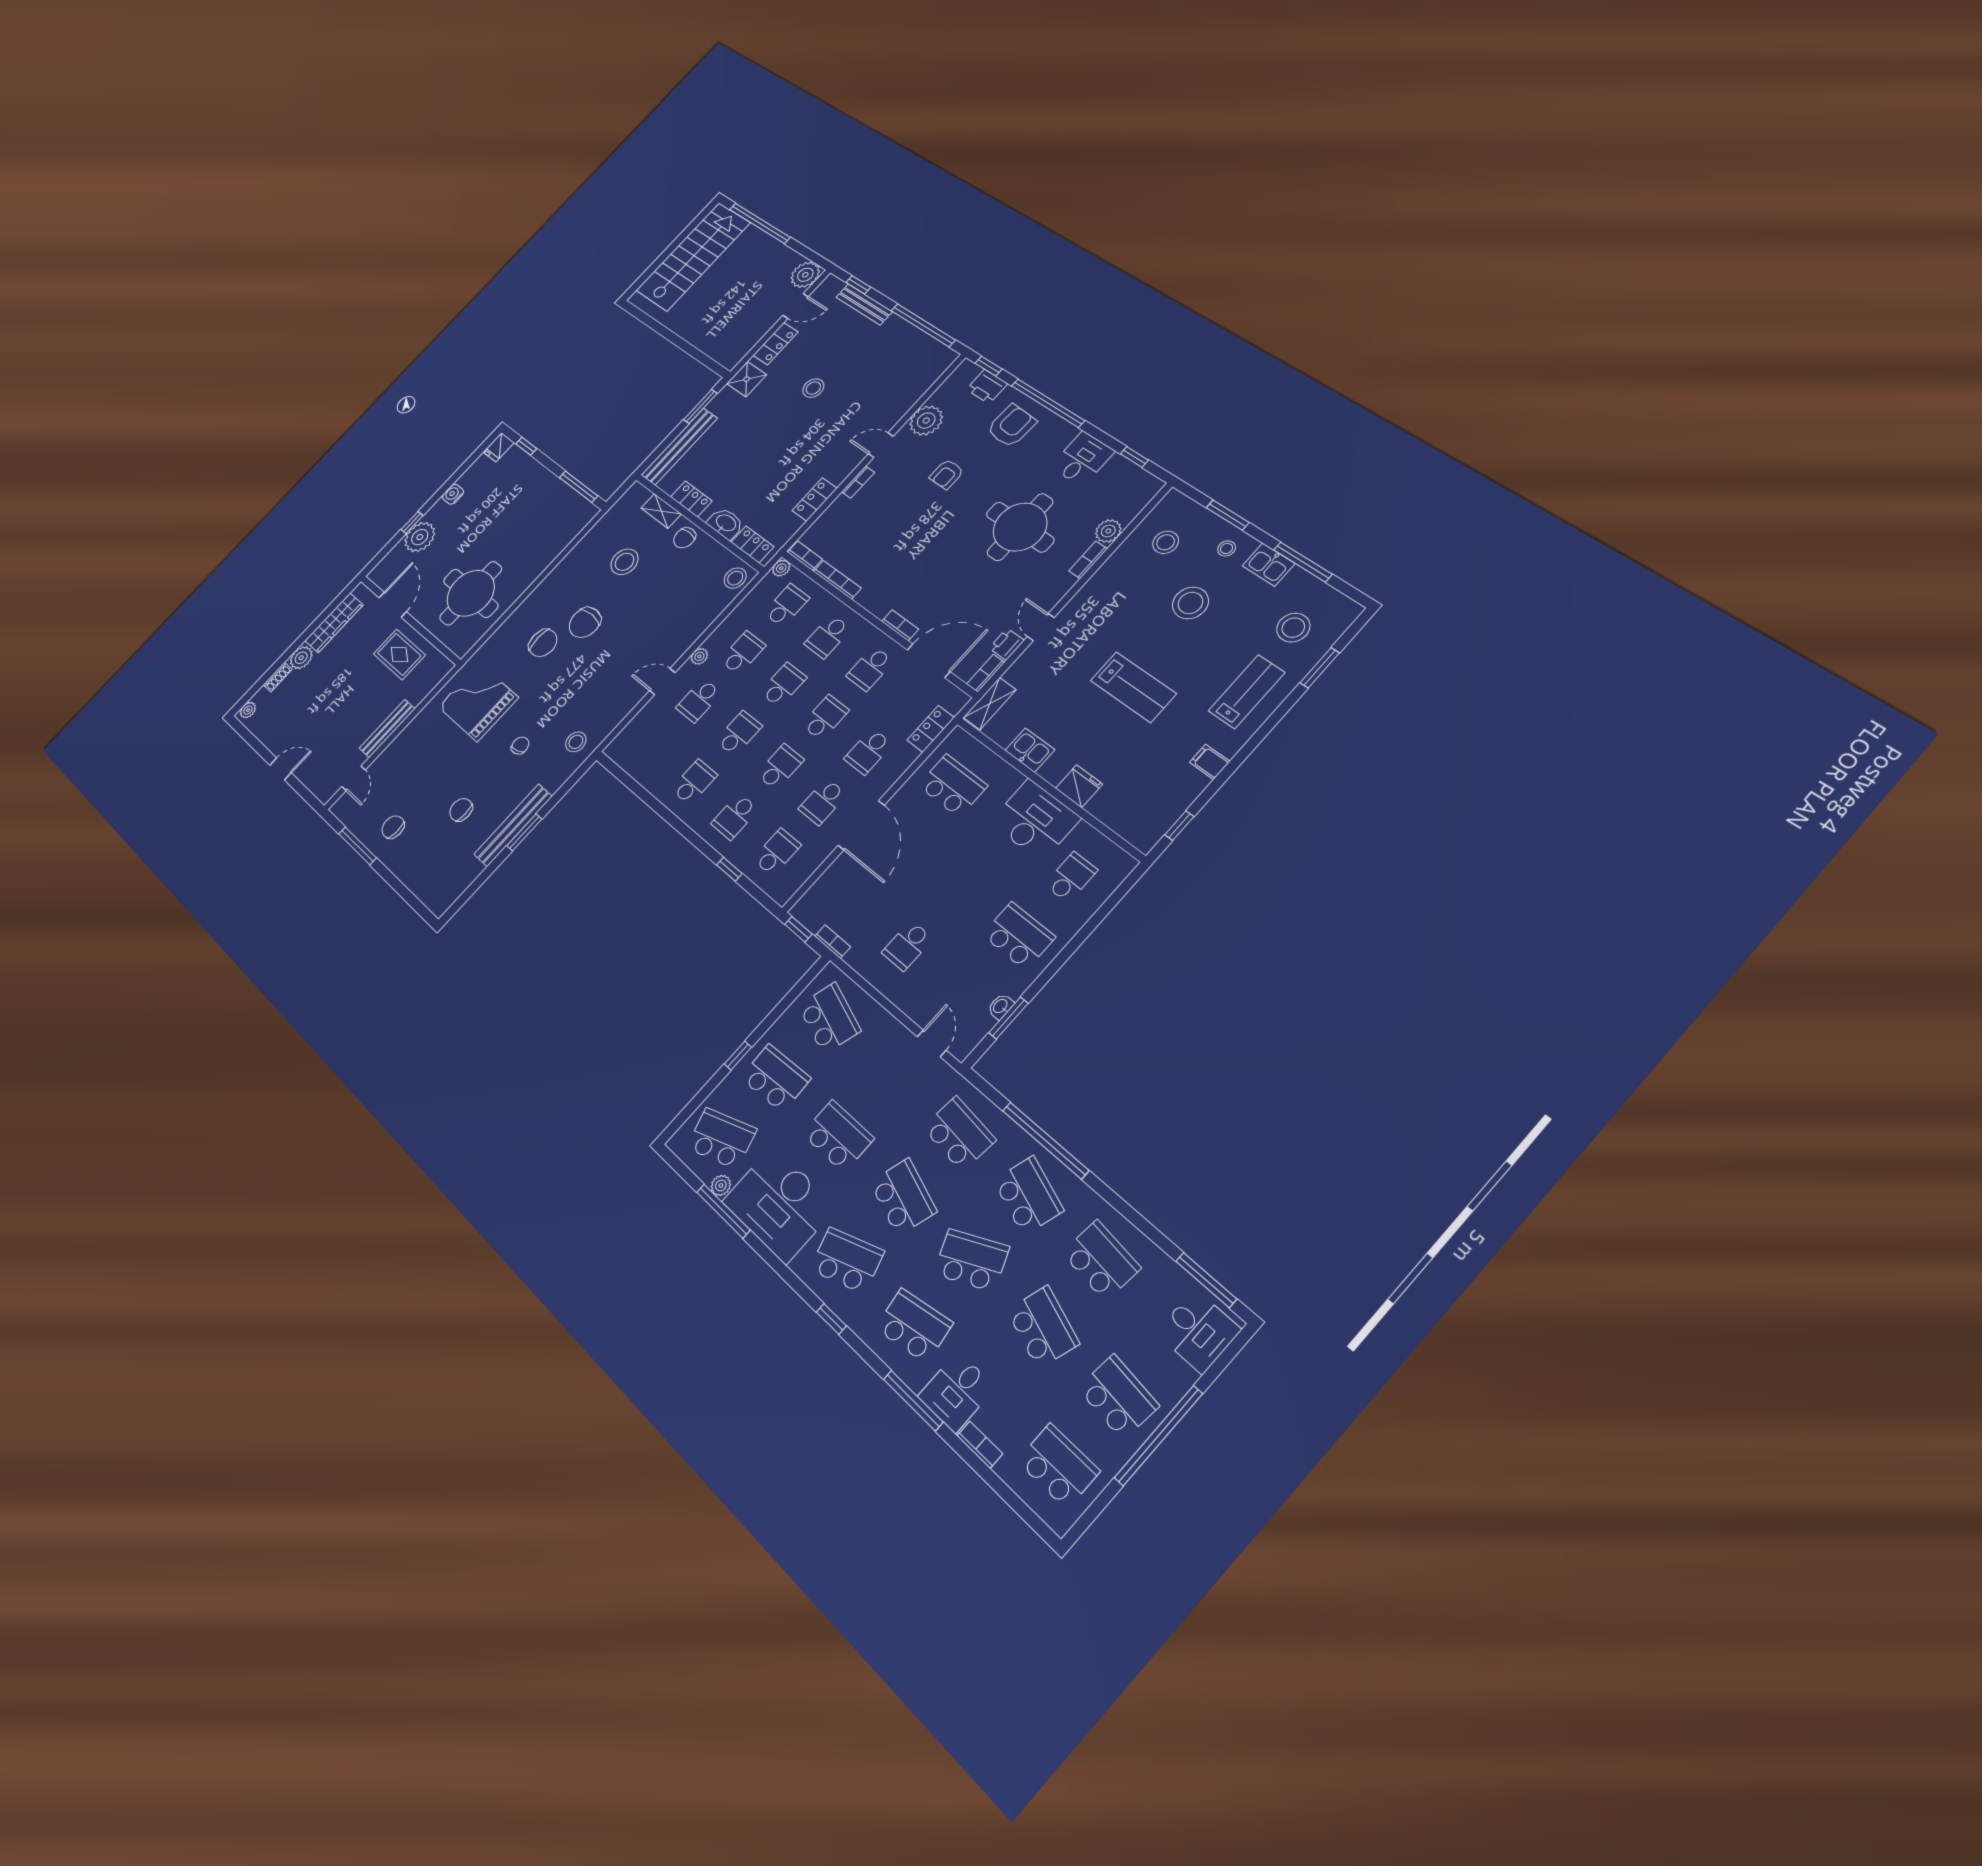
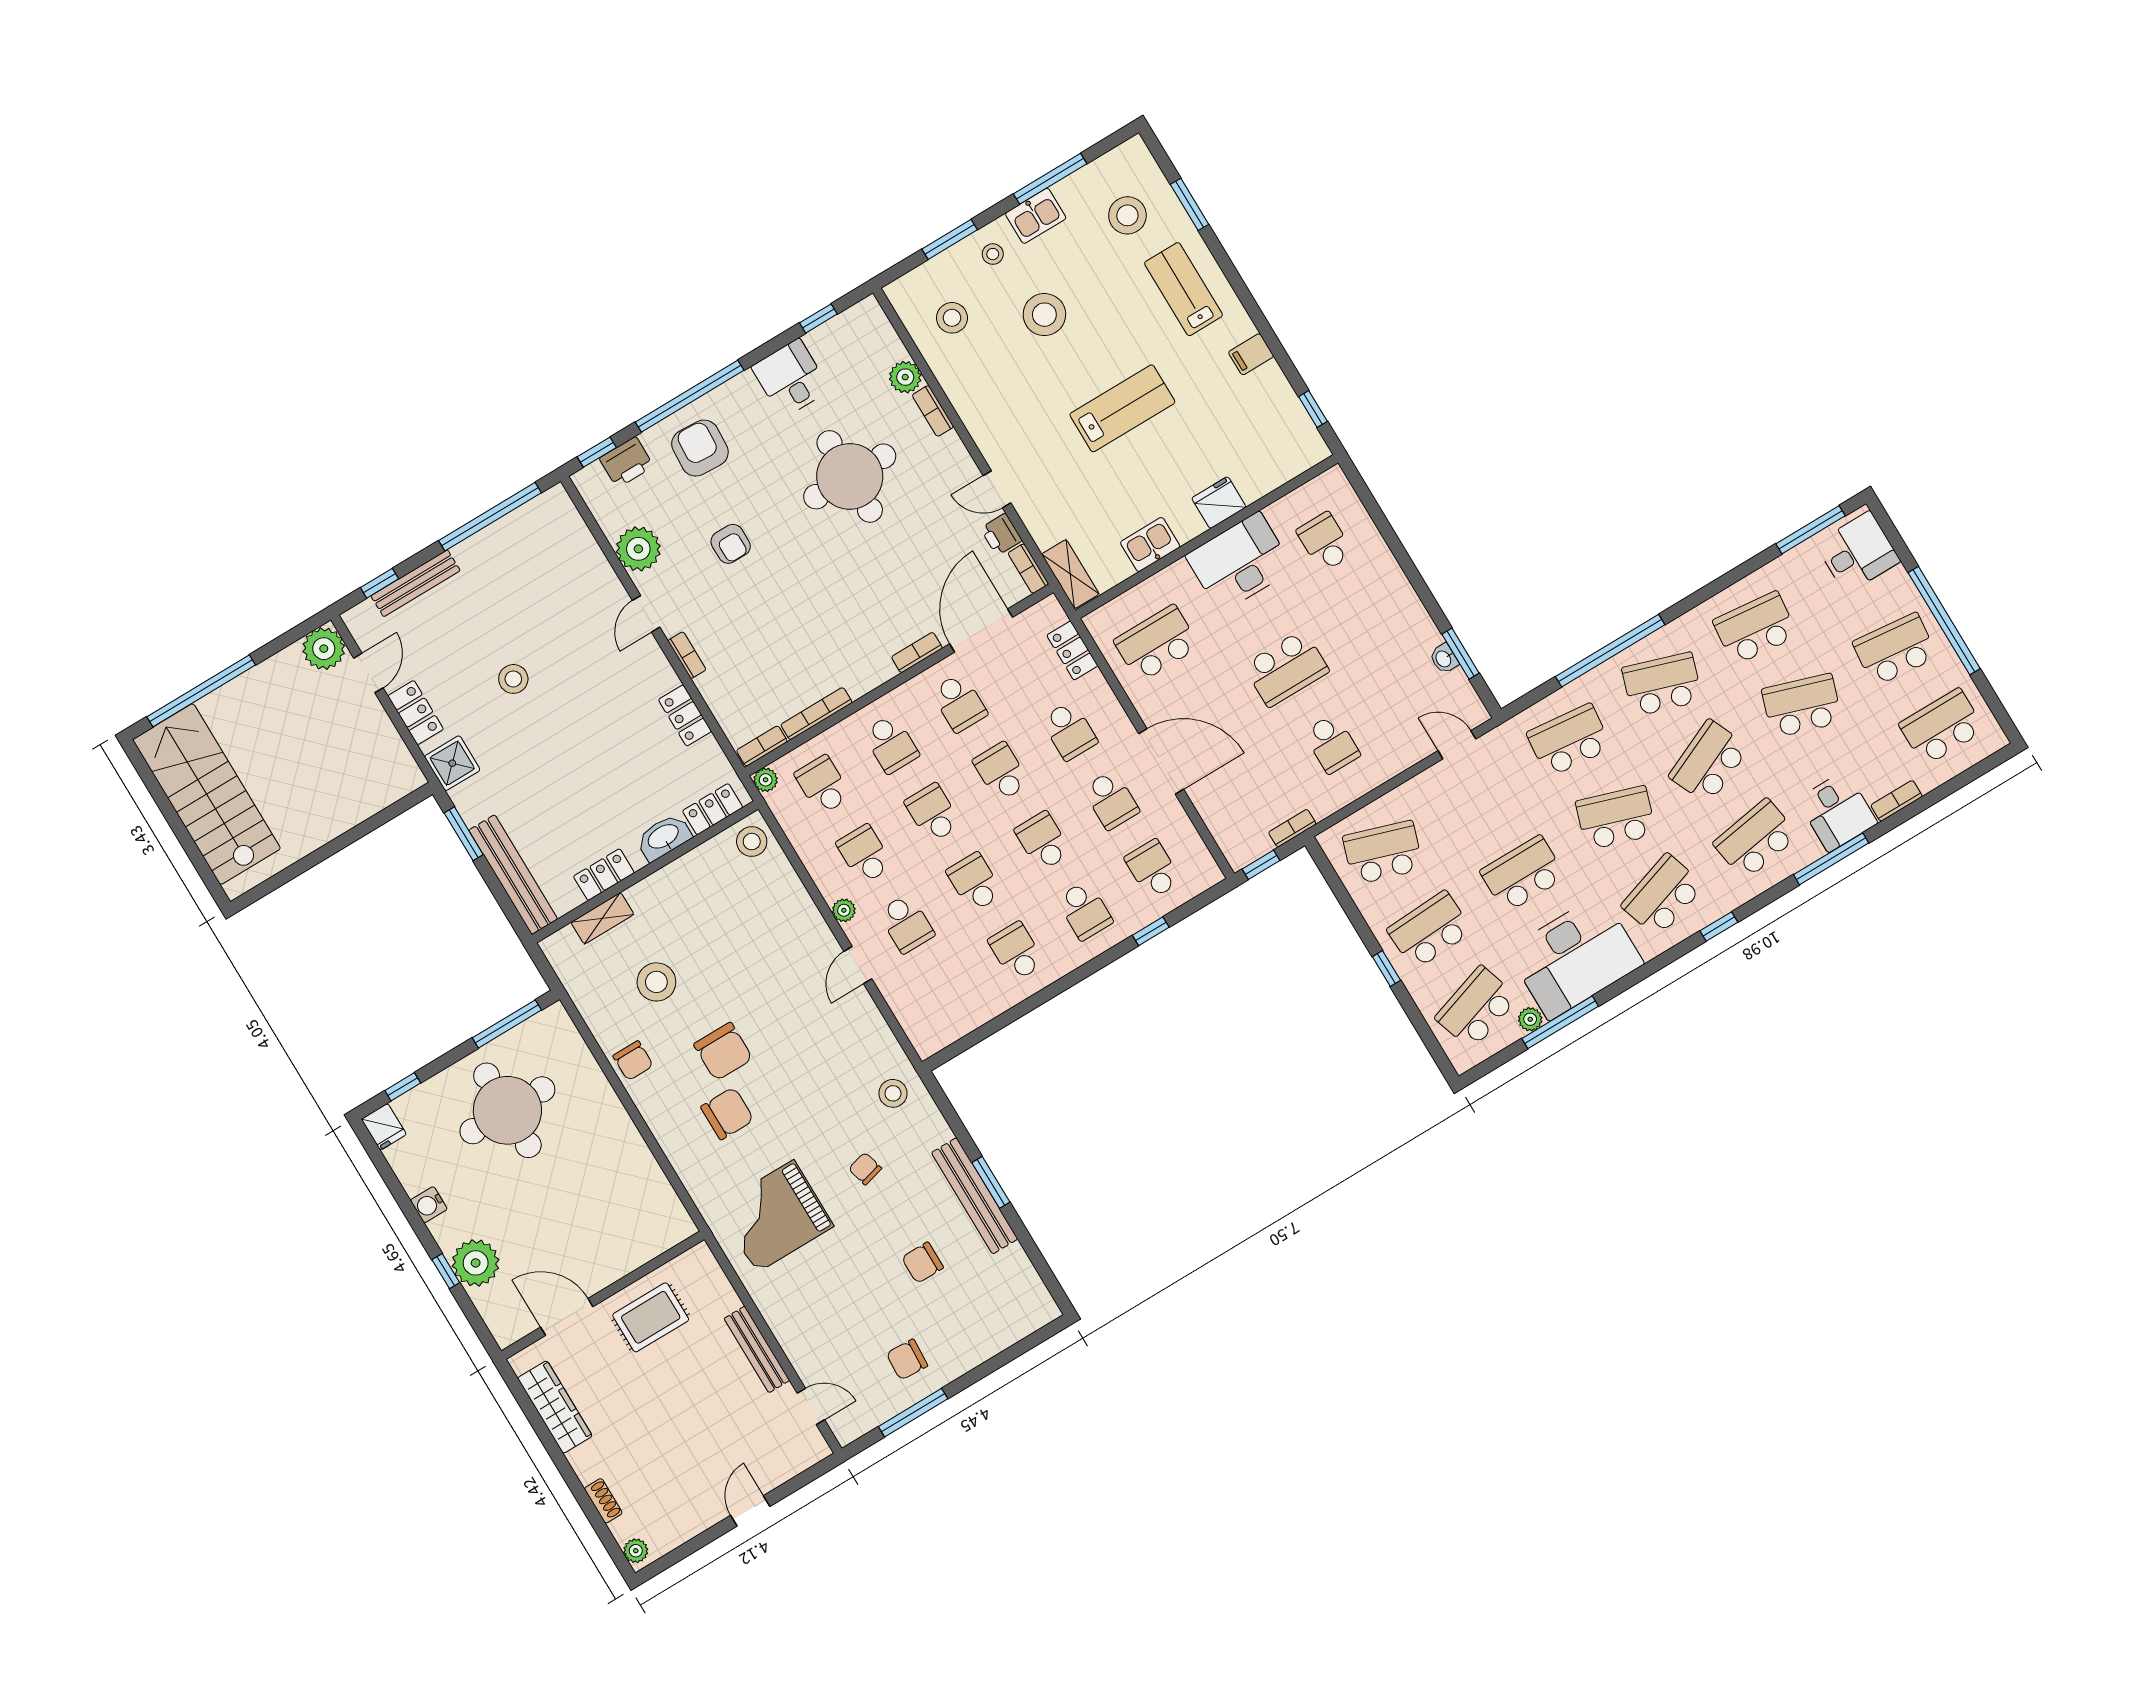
chair: (685, 538) -> (633, 1061), moved
round table: (471, 593) -> (507, 1110), moved
plant: (301, 658) -> (588, 1462), removed
school desk: (1019, 936) -> (1286, 668), moved, turned 180

